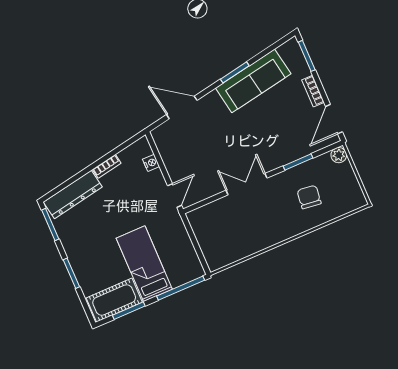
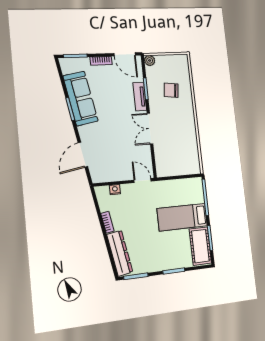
tv unit: (284, 157) -> (140, 97), added

